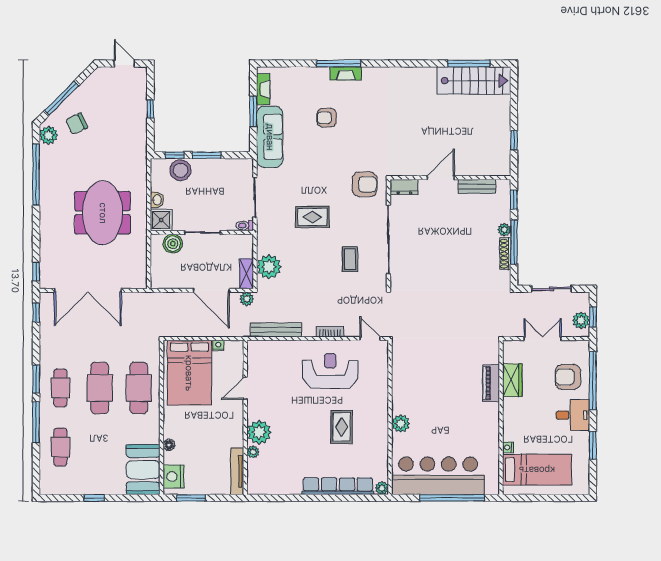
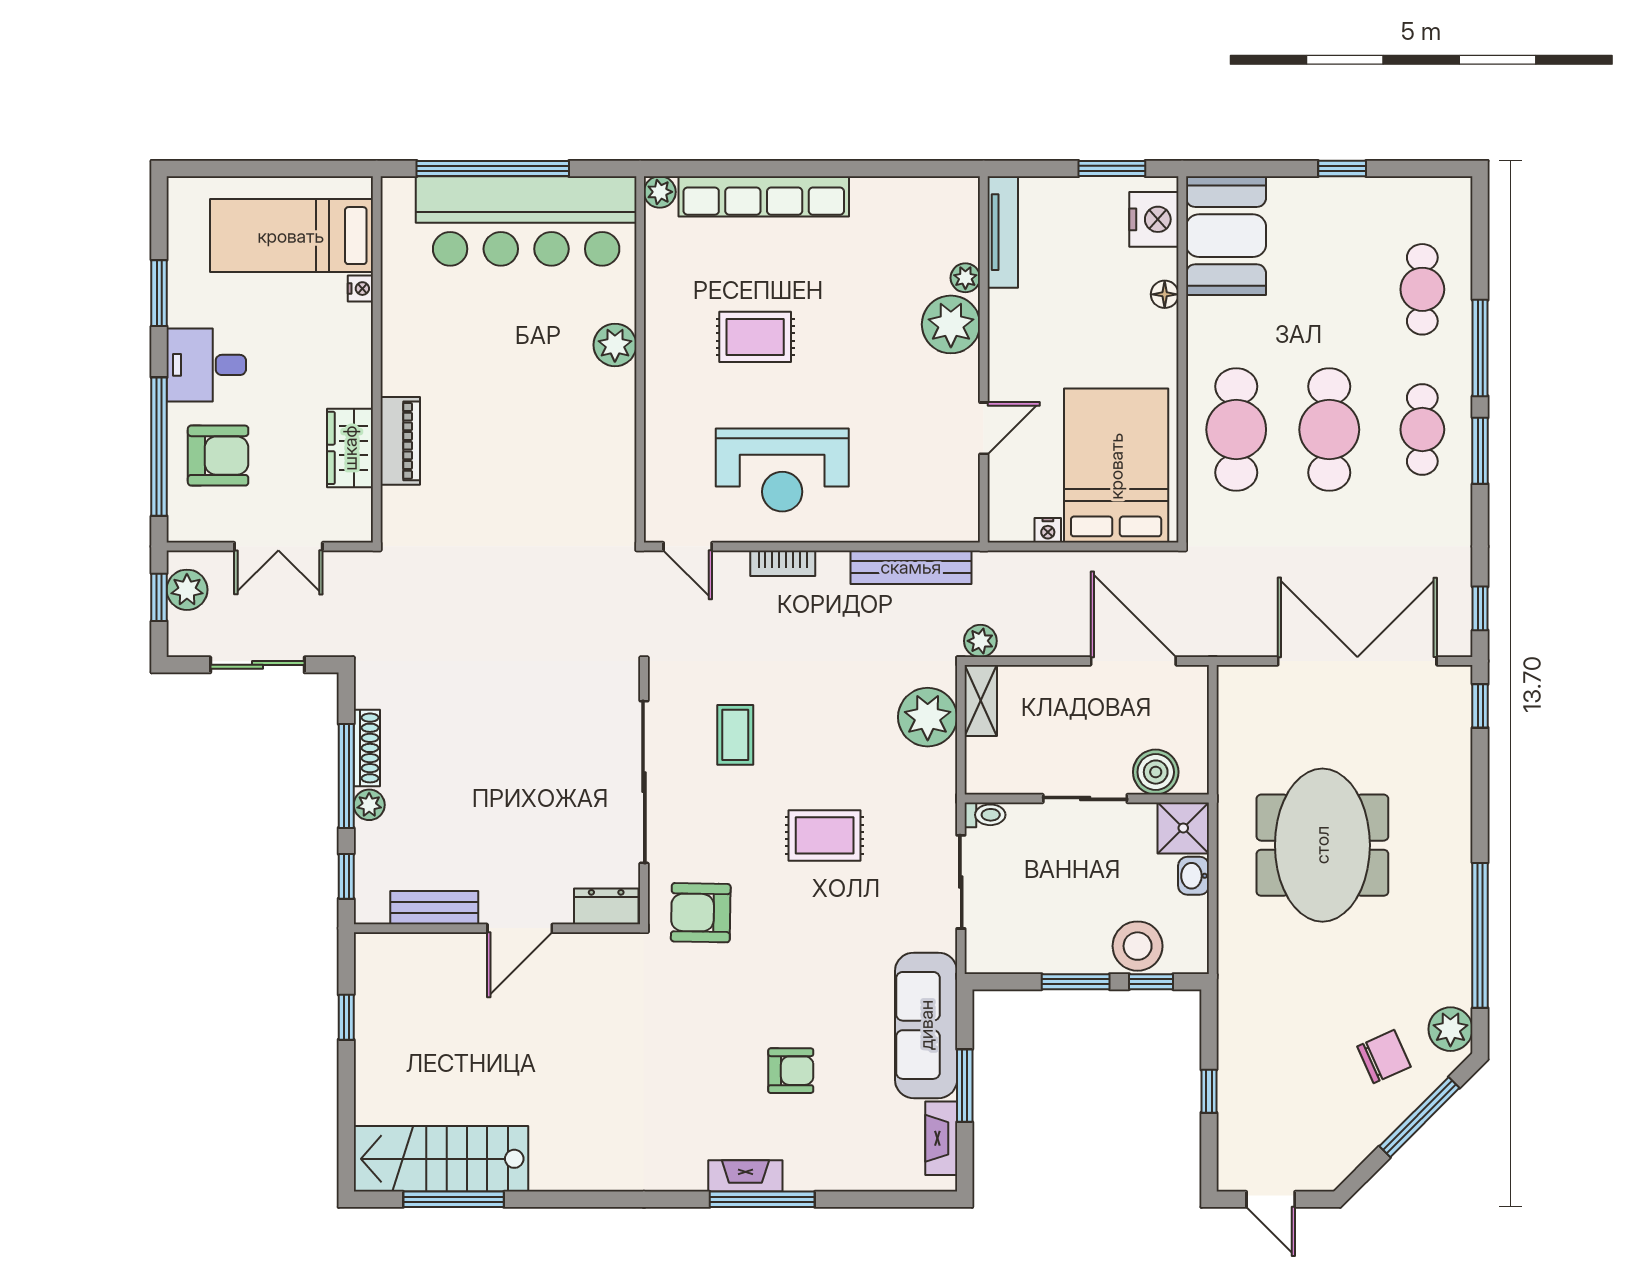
door: (211, 290) -> (1133, 661), moved
rug: (342, 427) -> (755, 337), turned 90

